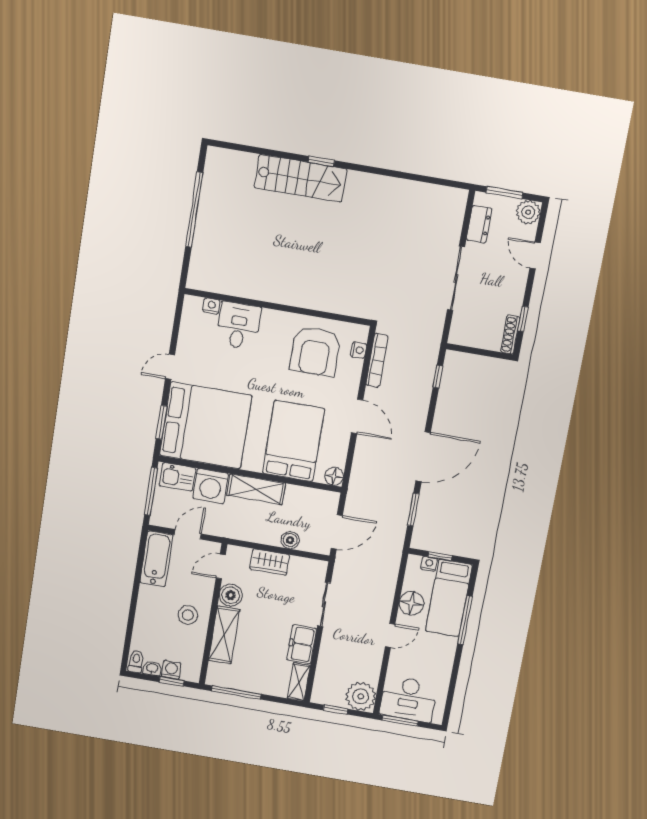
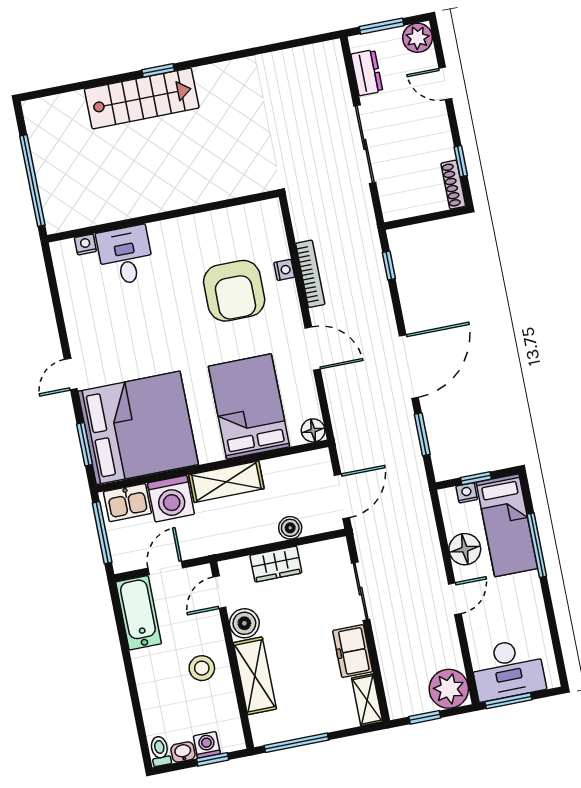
nightstand: (212, 306) -> (85, 244), moved
wall: (278, 307) -> (163, 216), moved
desk: (238, 326) -> (125, 255), moved

